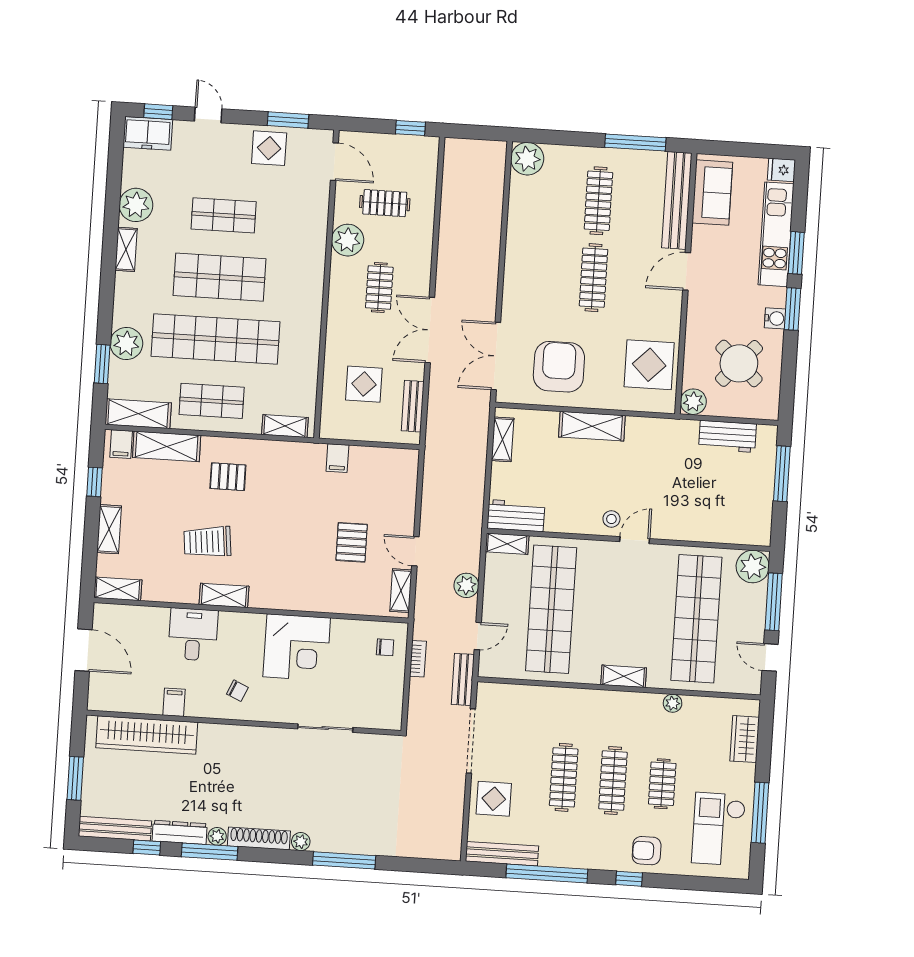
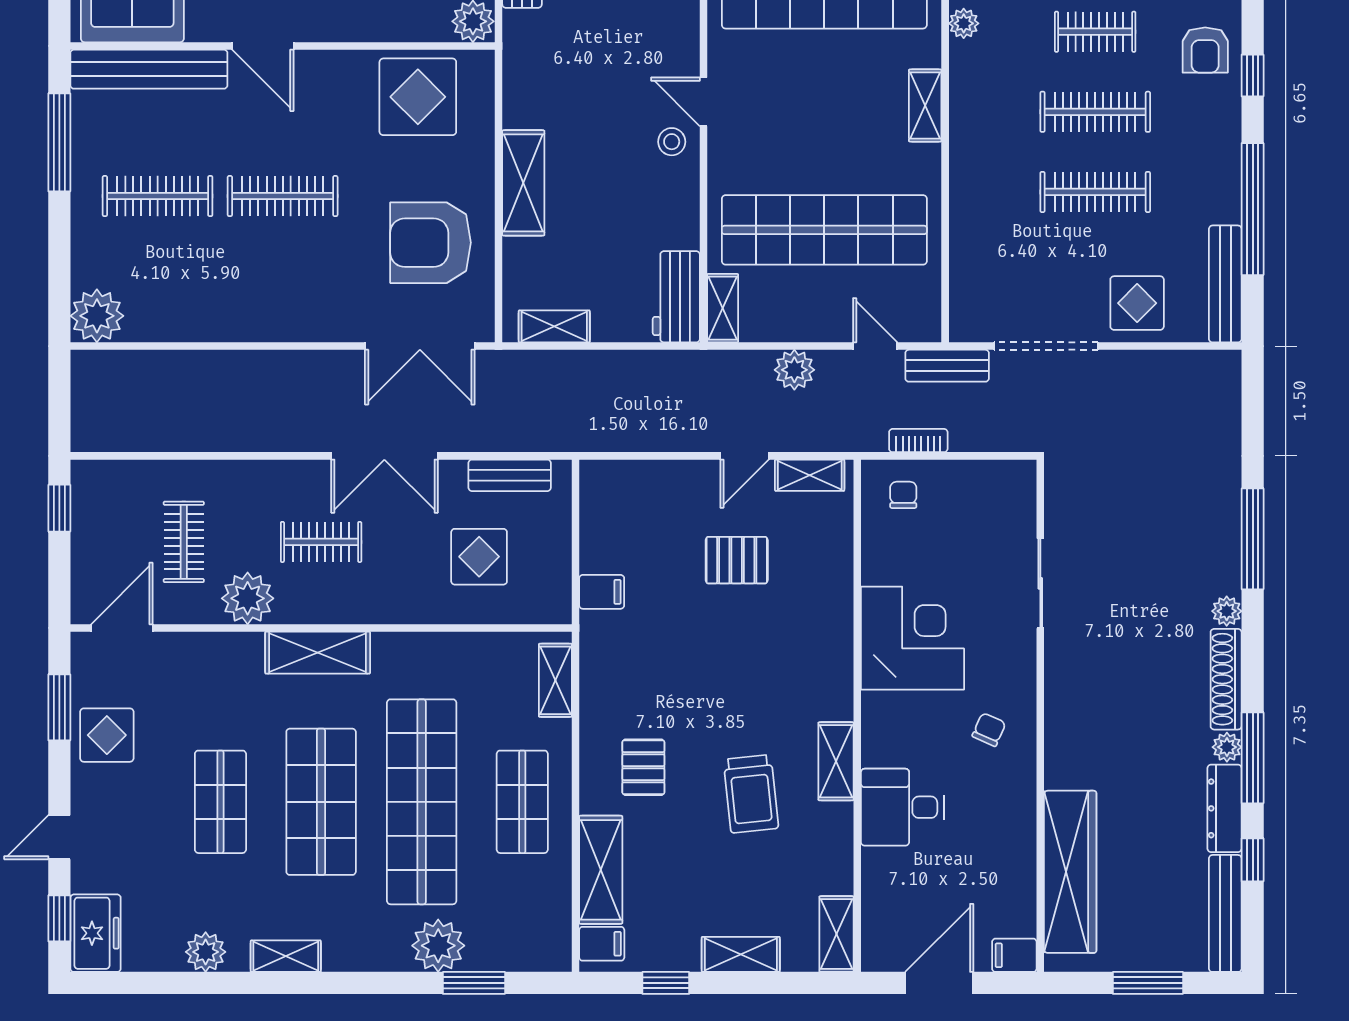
plant: (136, 205) -> (206, 952), width x0.73, depth x0.73
shelving: (138, 414) -> (318, 653), moved, turned 90
filing cabinet: (174, 702) -> (1014, 955), moved

